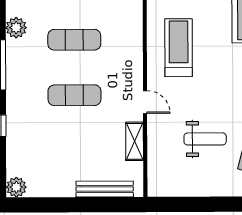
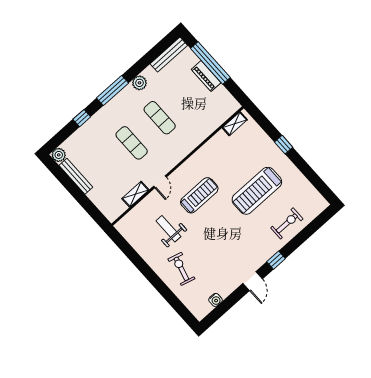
treadmill: (179, 48) -> (199, 195), moved
weight bench: (205, 139) -> (168, 229), turned 180
bench: (105, 189) -> (76, 176), moved

